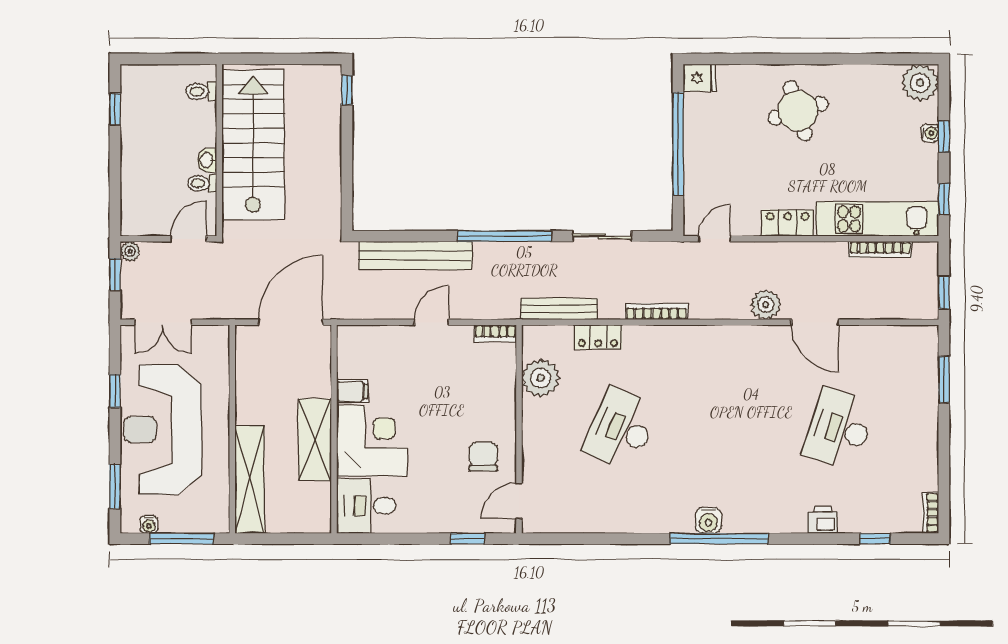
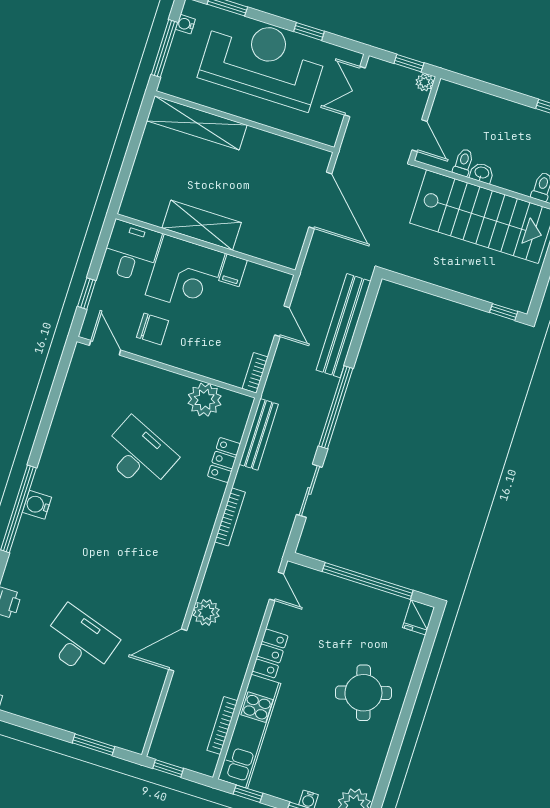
filing cabinet: (352, 391) -> (233, 270), moved
wall: (334, 429) -> (206, 244), moved
shelving: (315, 440) -> (202, 225), moved
corner desk: (372, 441) -> (185, 274), moved
desk: (366, 506) -> (131, 251), moved

